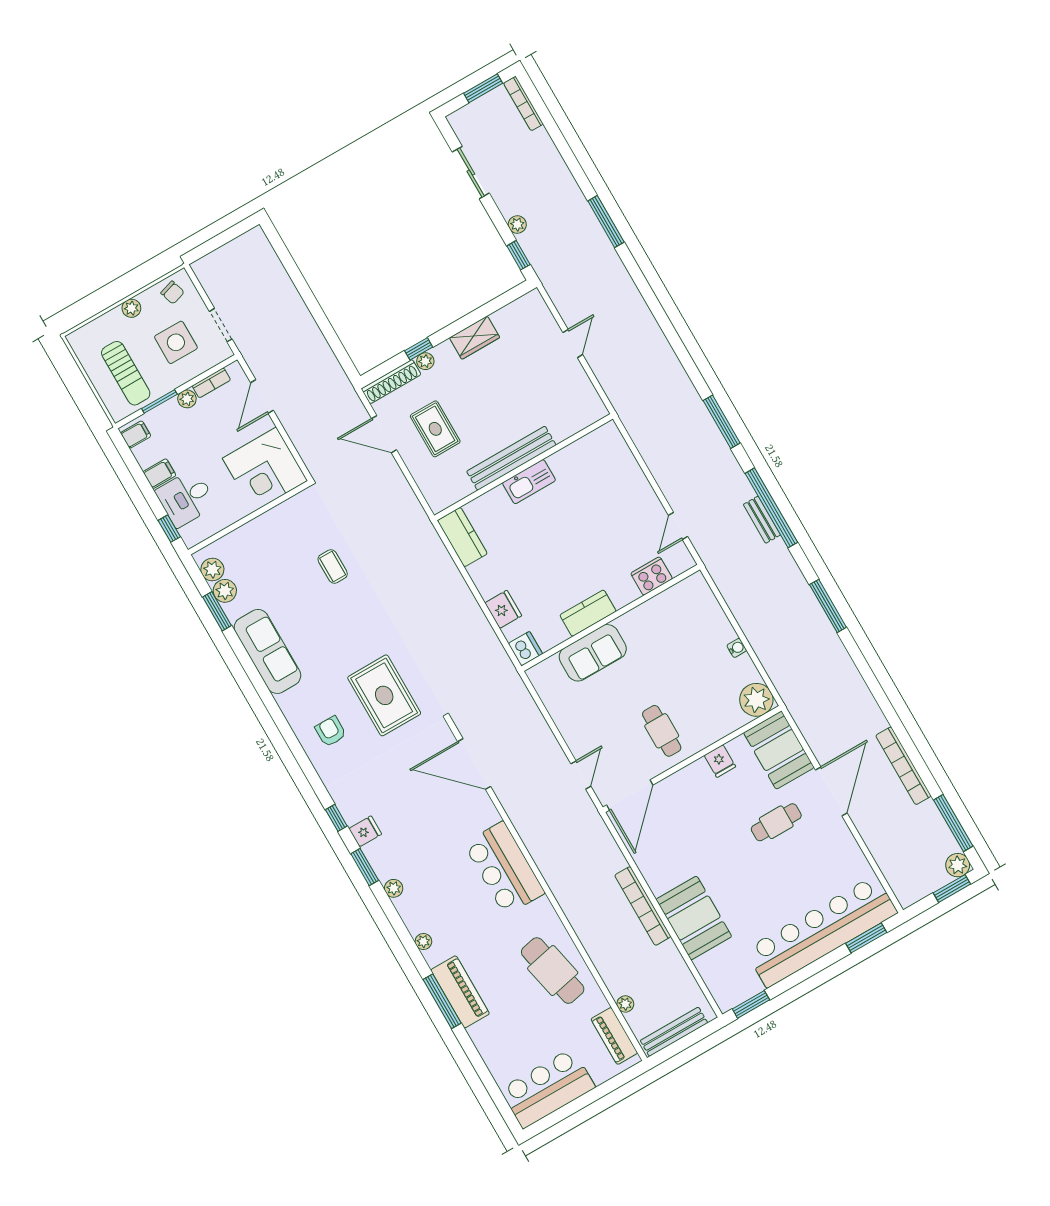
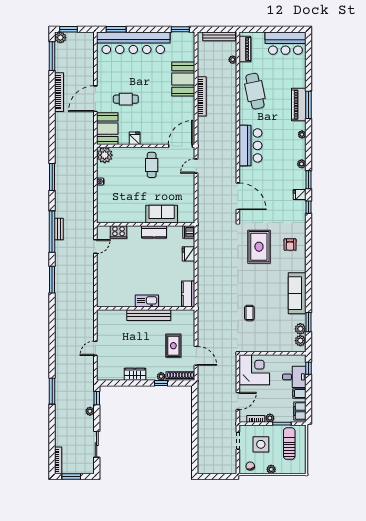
filing cabinet: (136, 435) -> (300, 411), width x2.00

